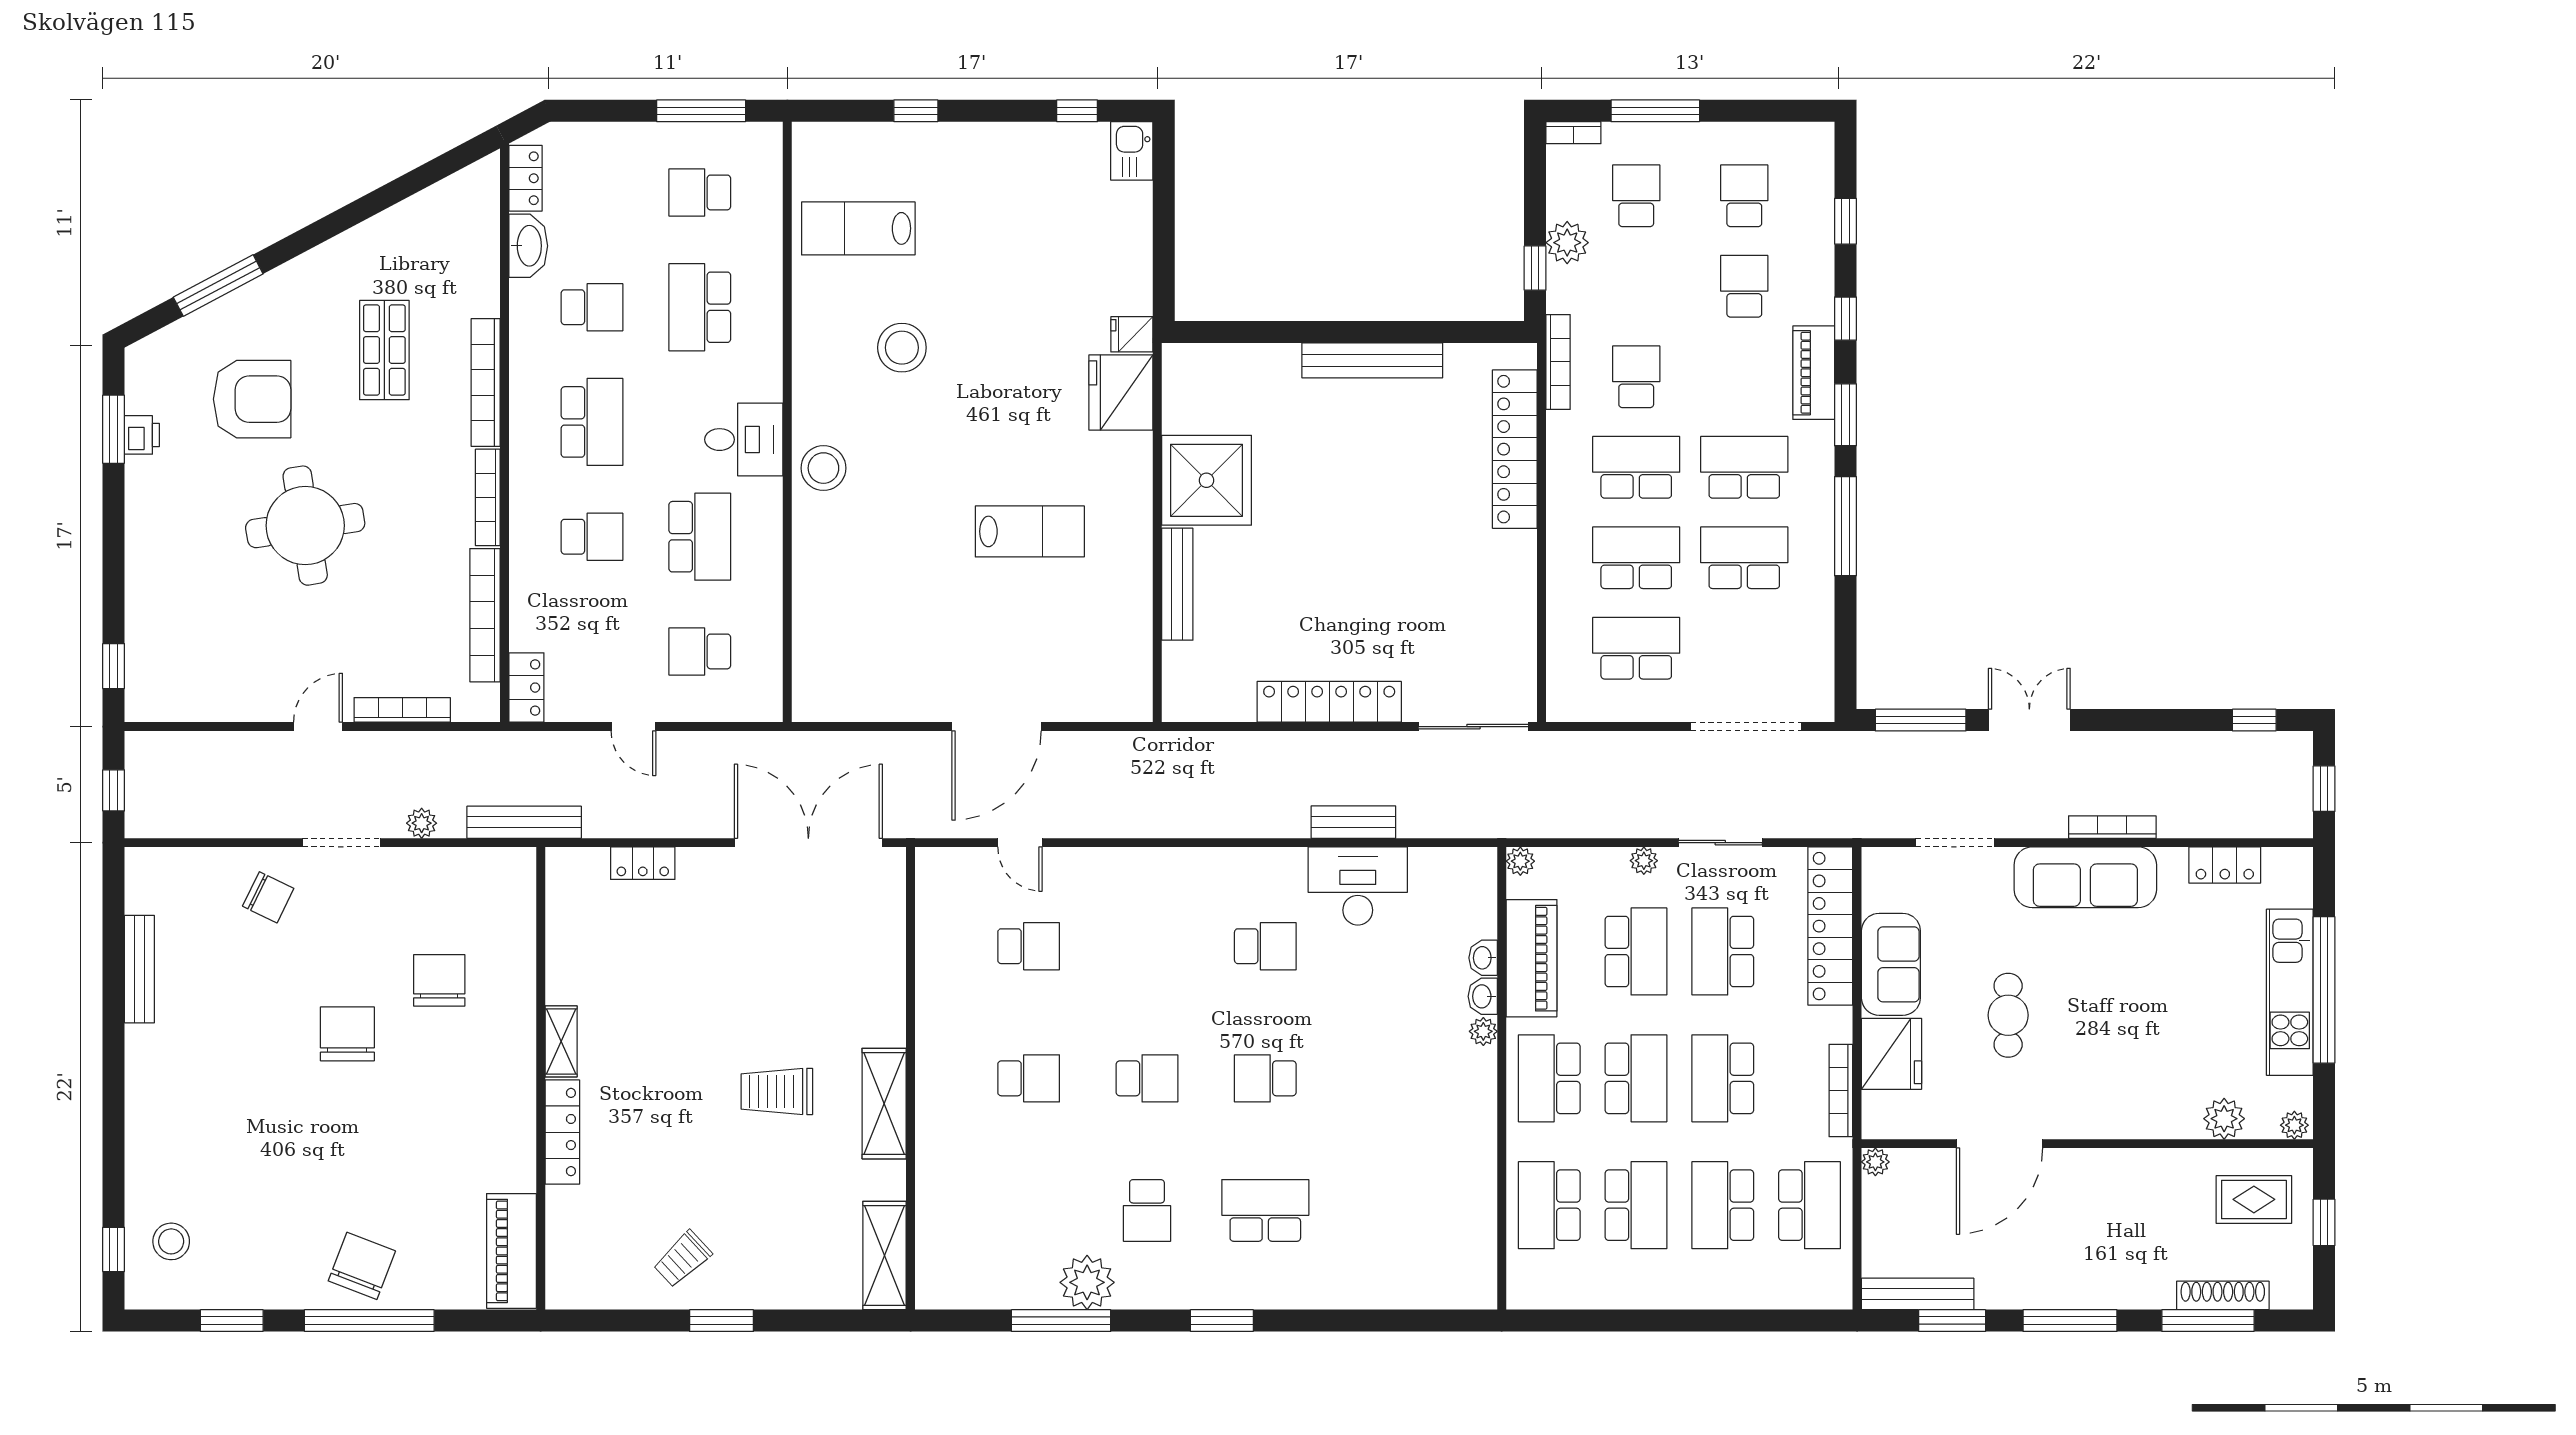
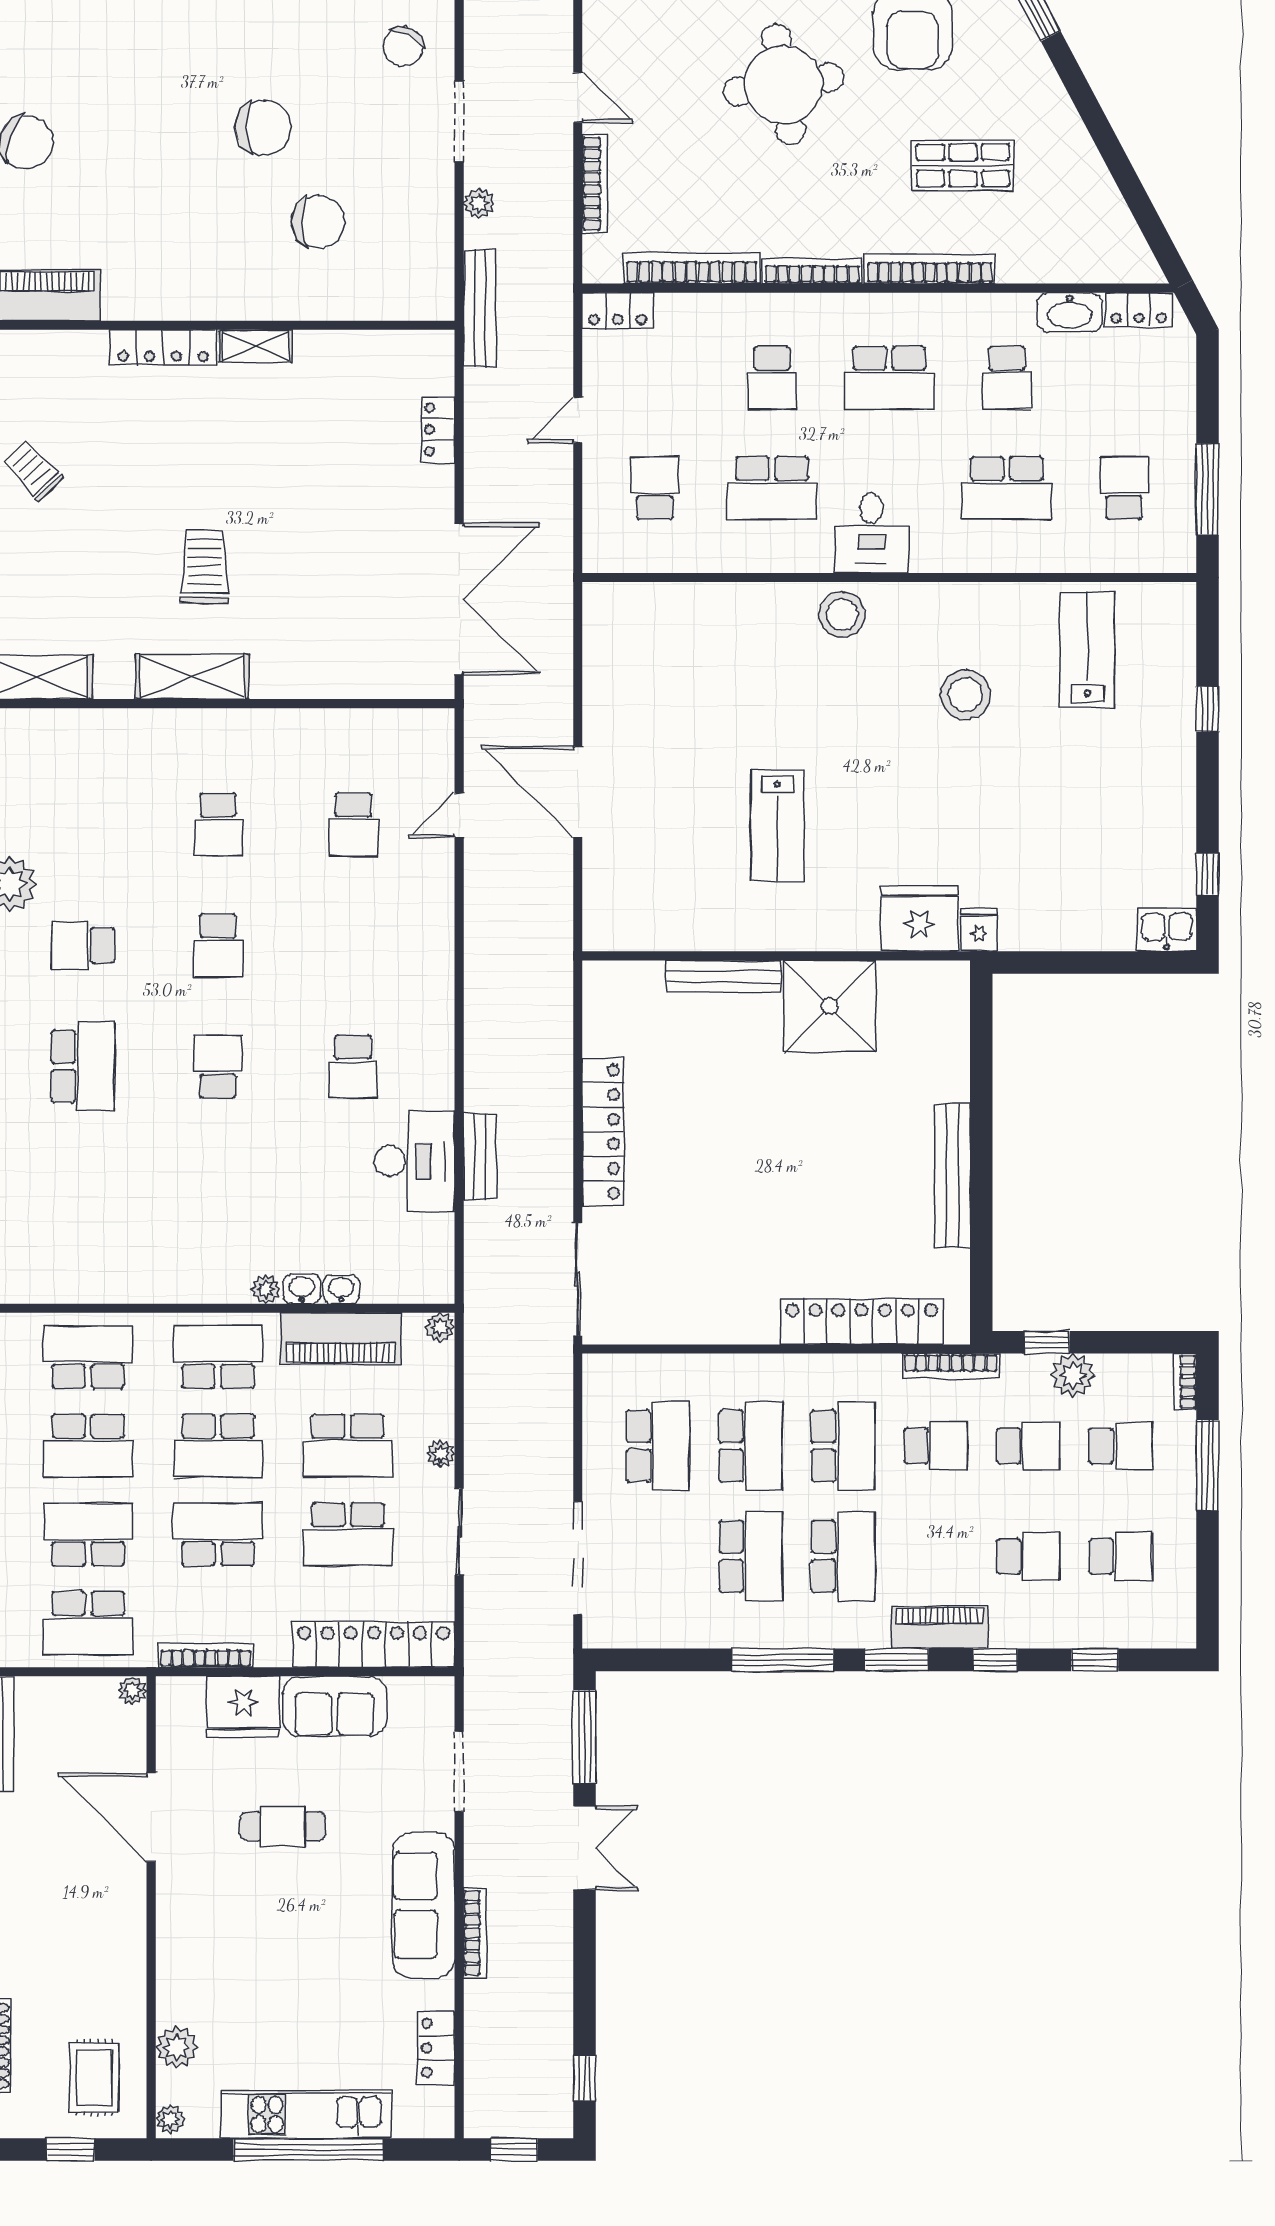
school desk: (1636, 286) -> (1028, 1446), added
school desk: (700, 307) -> (1007, 488), turned 180
school desk: (1723, 951) -> (348, 1534), turned 180

